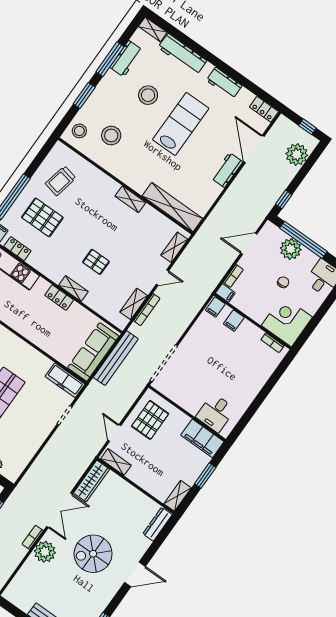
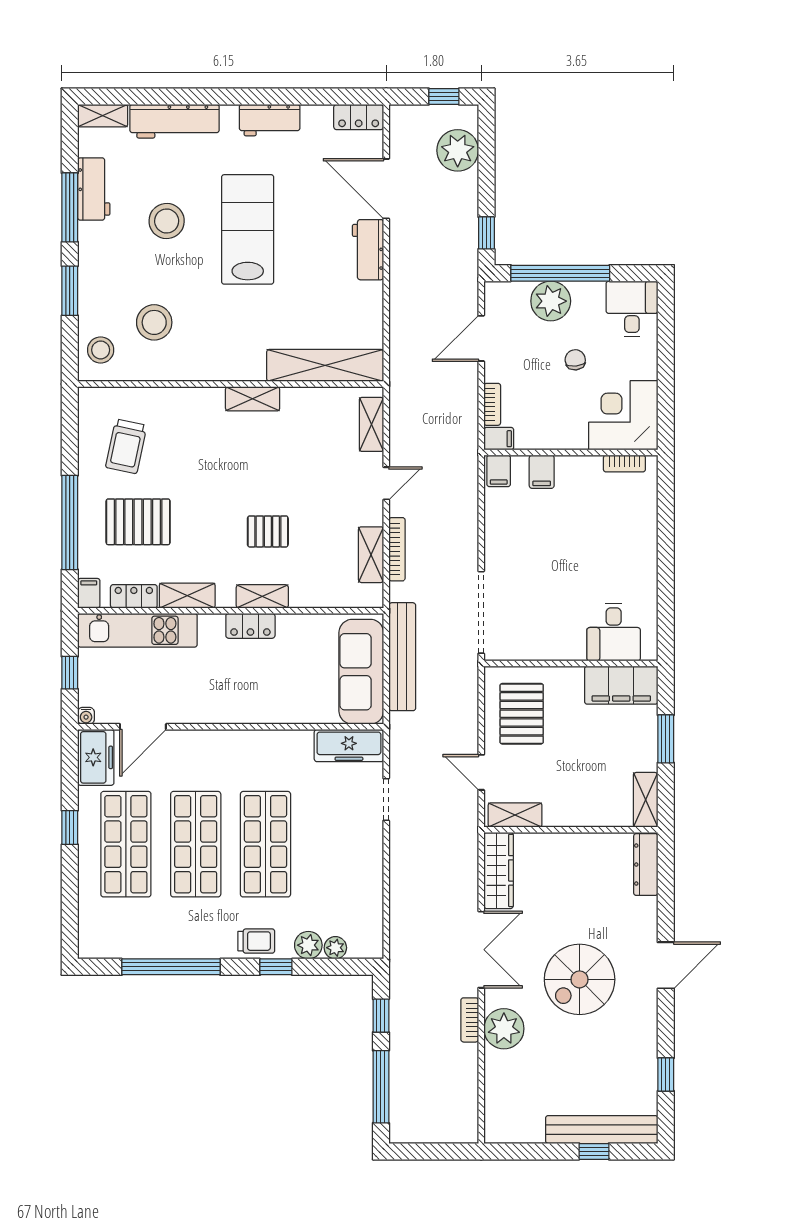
shelving: (41, 265) -> (187, 596), added

